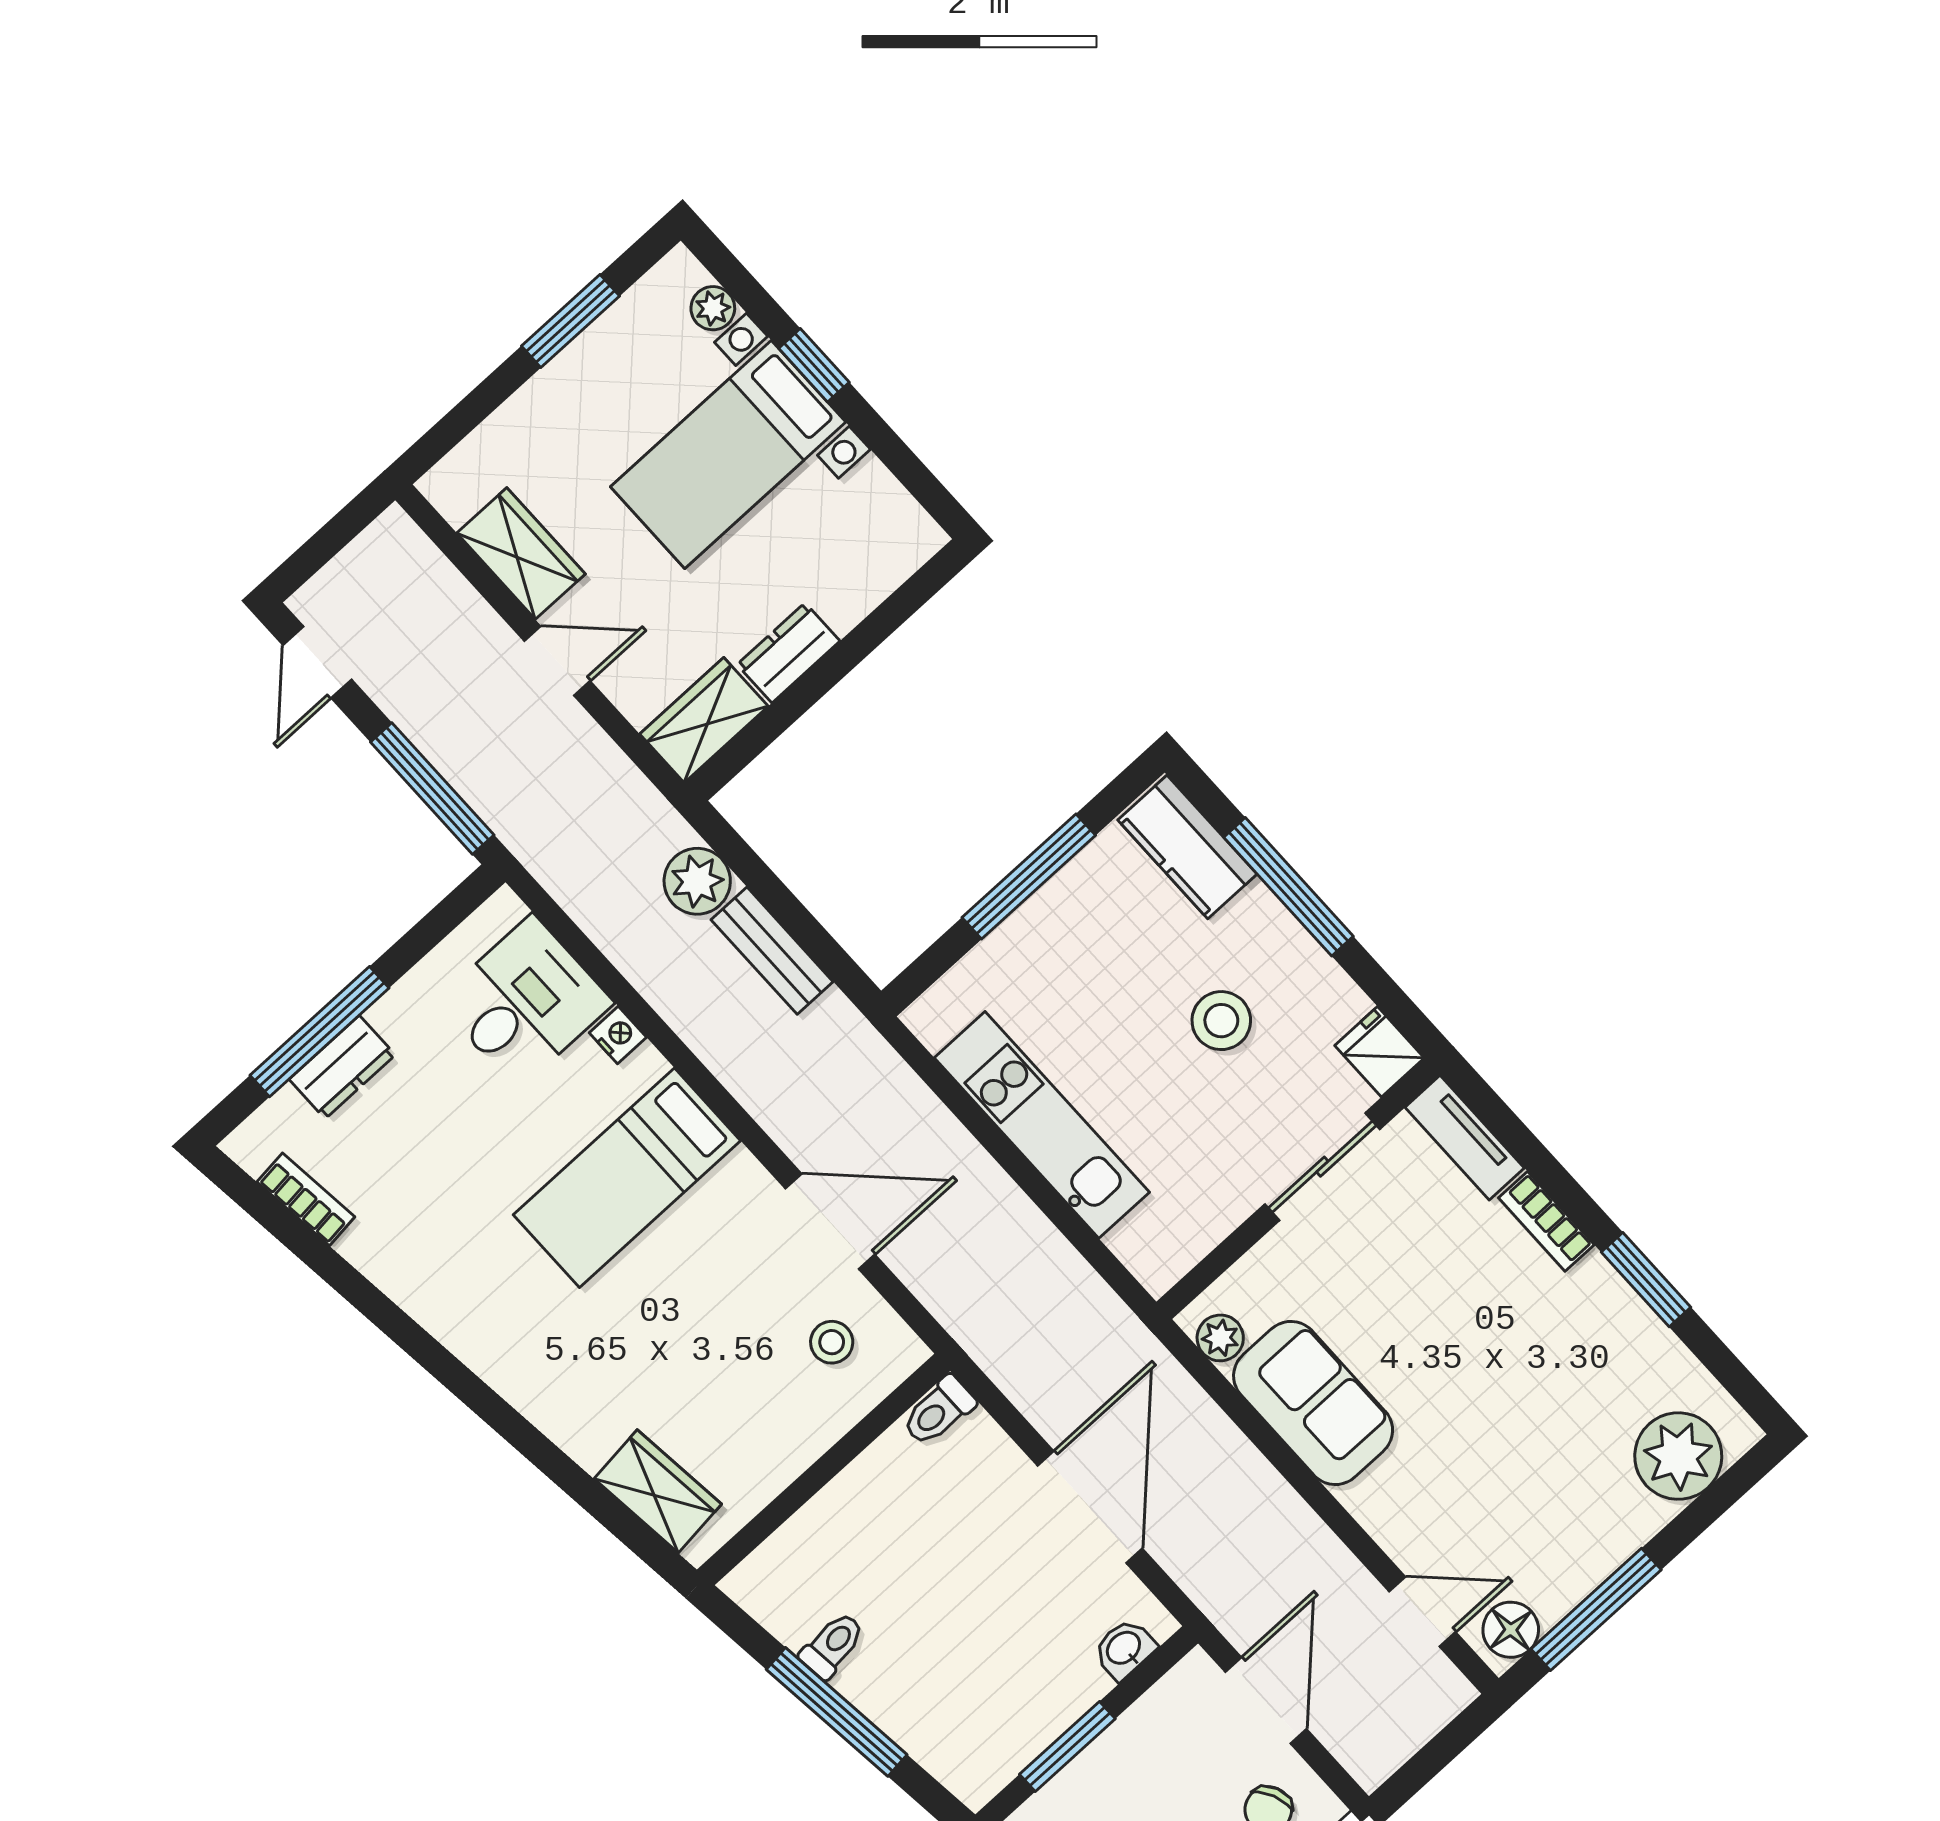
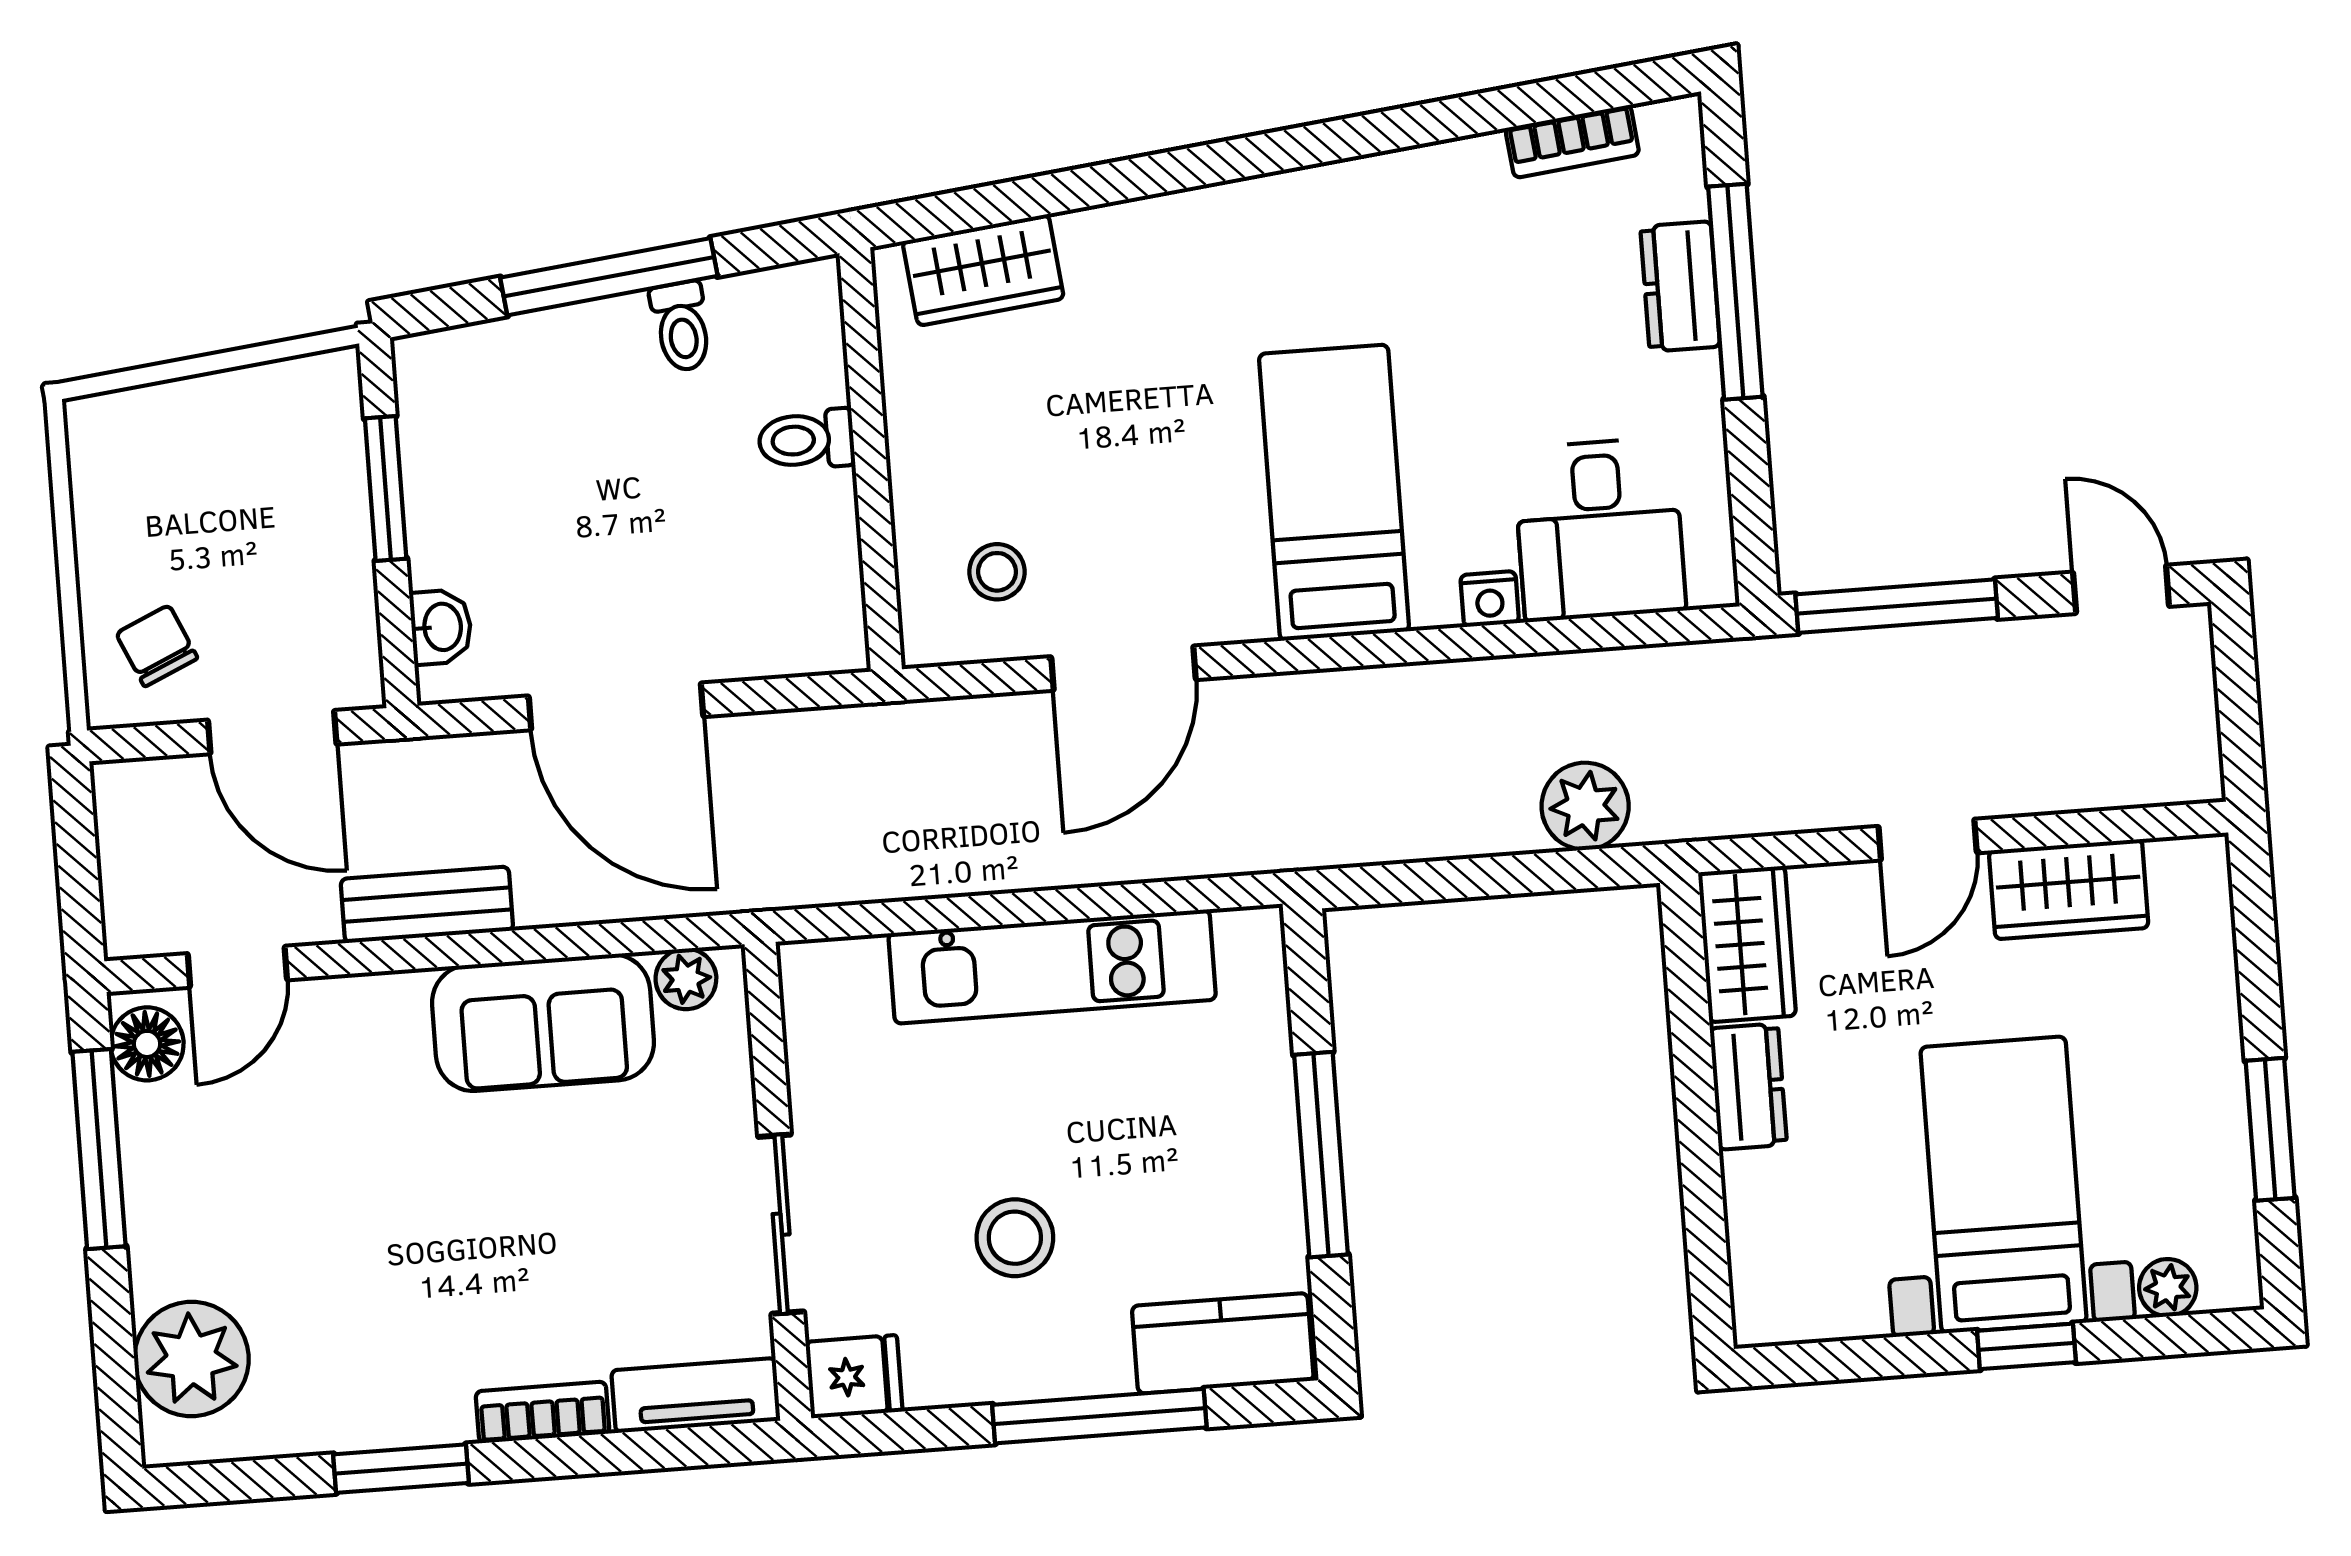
bench: (772, 951) -> (427, 905), moved
toilet: (939, 1411) -> (806, 440), moved, turned -90

